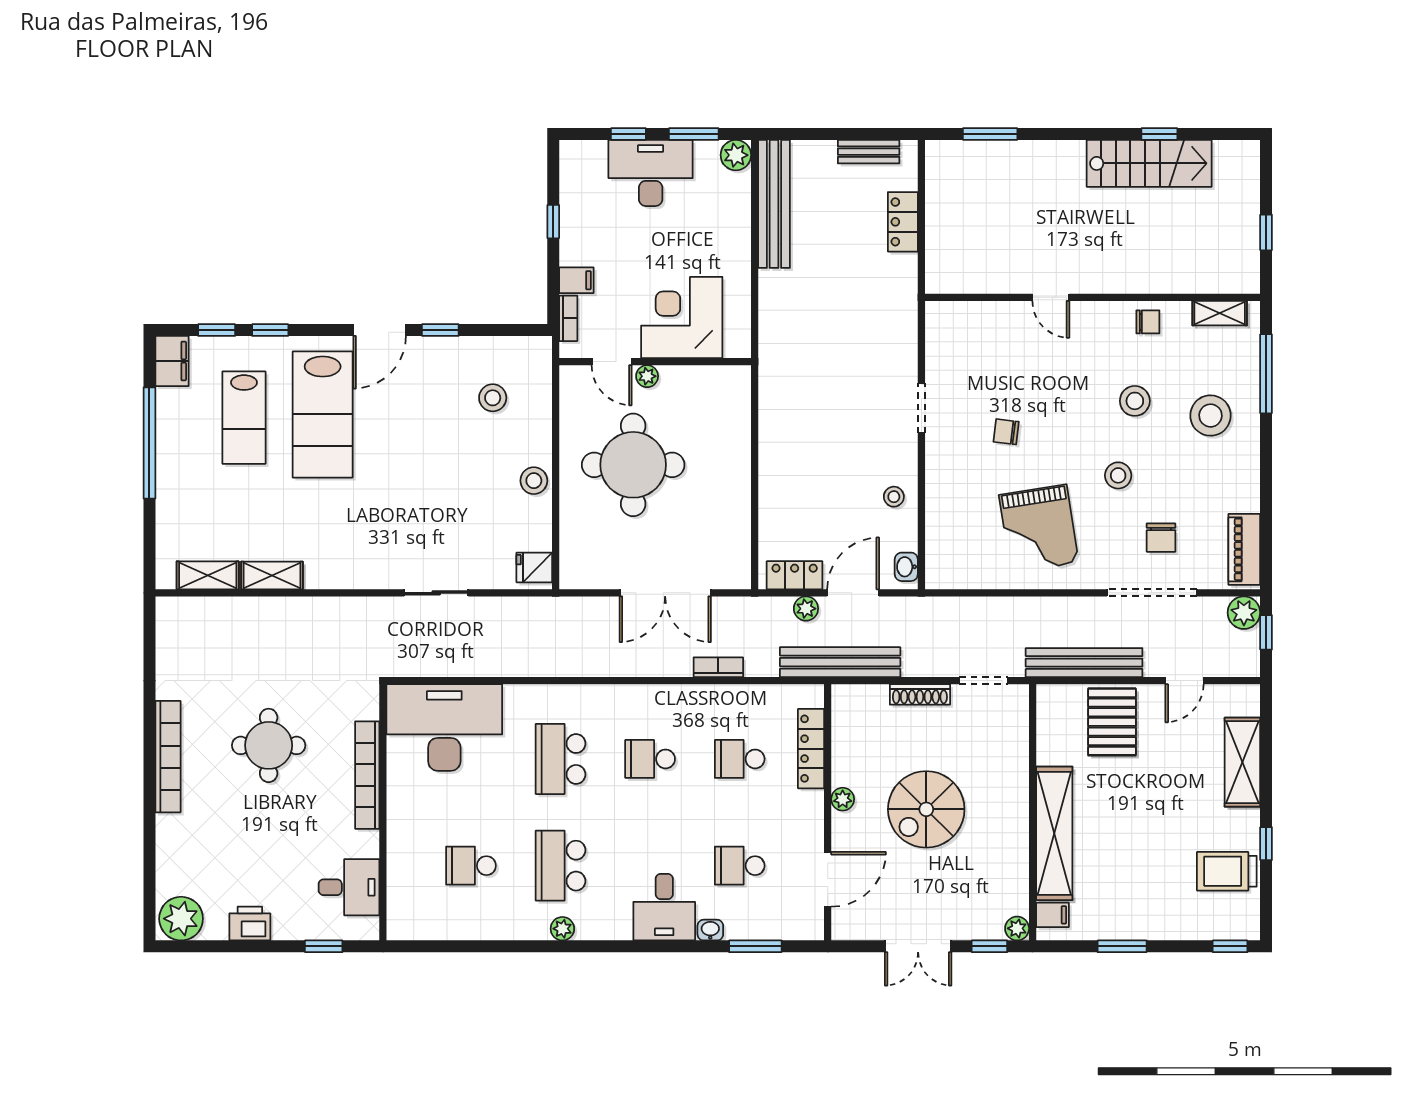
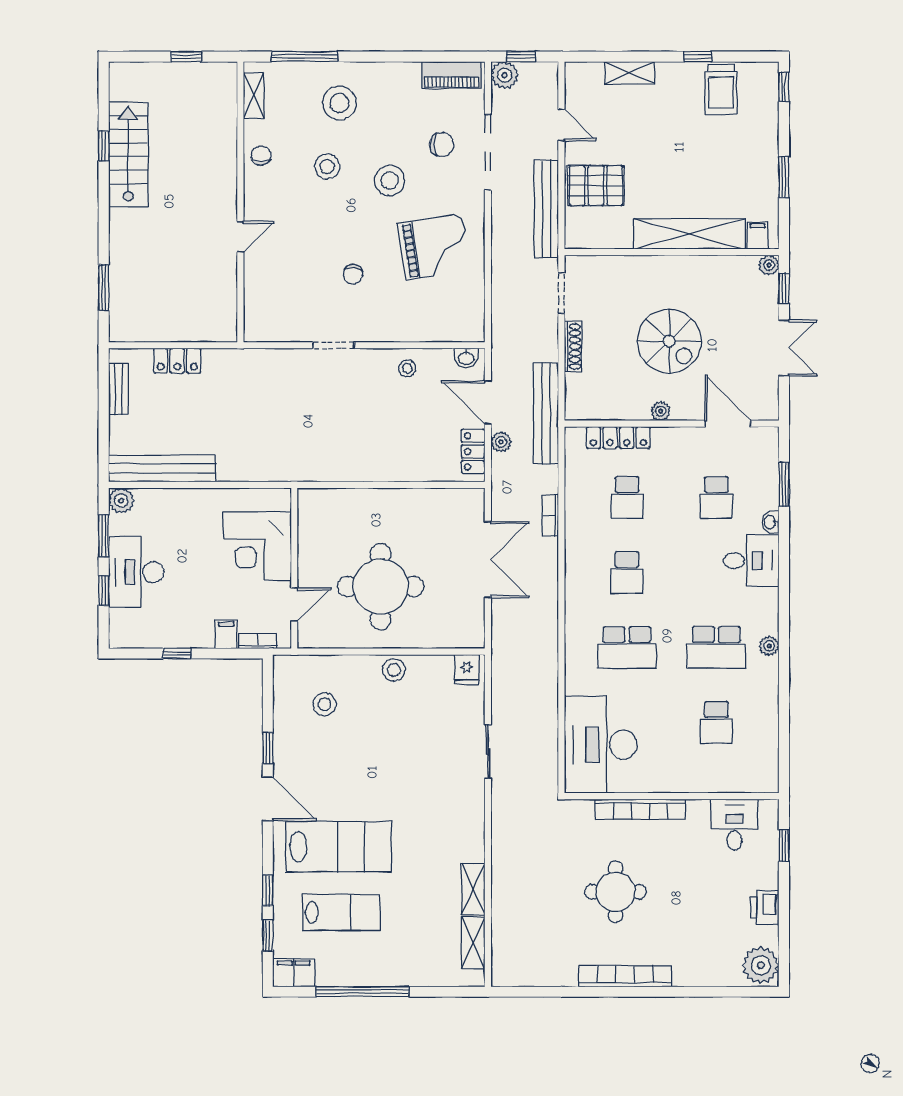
plant: (647, 376) -> (306, 575), removed
stool: (1118, 475) -> (390, 180), width x1.38, depth x1.38
shelving: (1242, 762) -> (630, 73), width x0.67, depth x0.75

